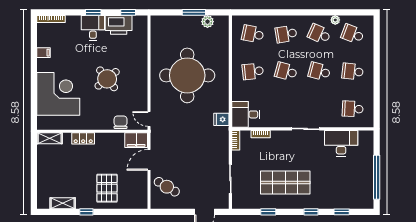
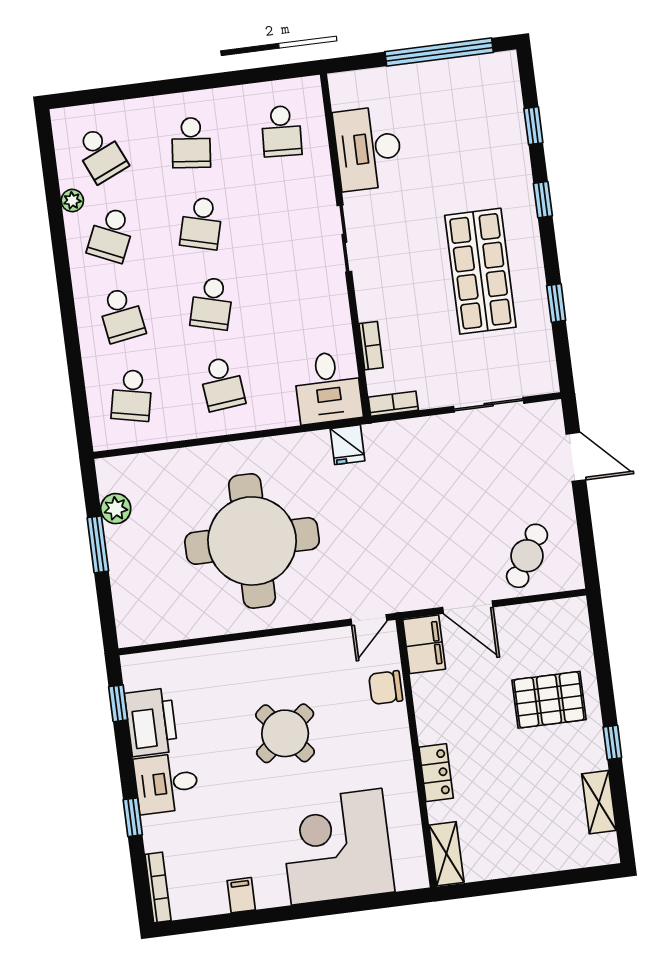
window: (93, 12) -> (133, 817), moved
school desk: (353, 34) -> (101, 154), turned -45

